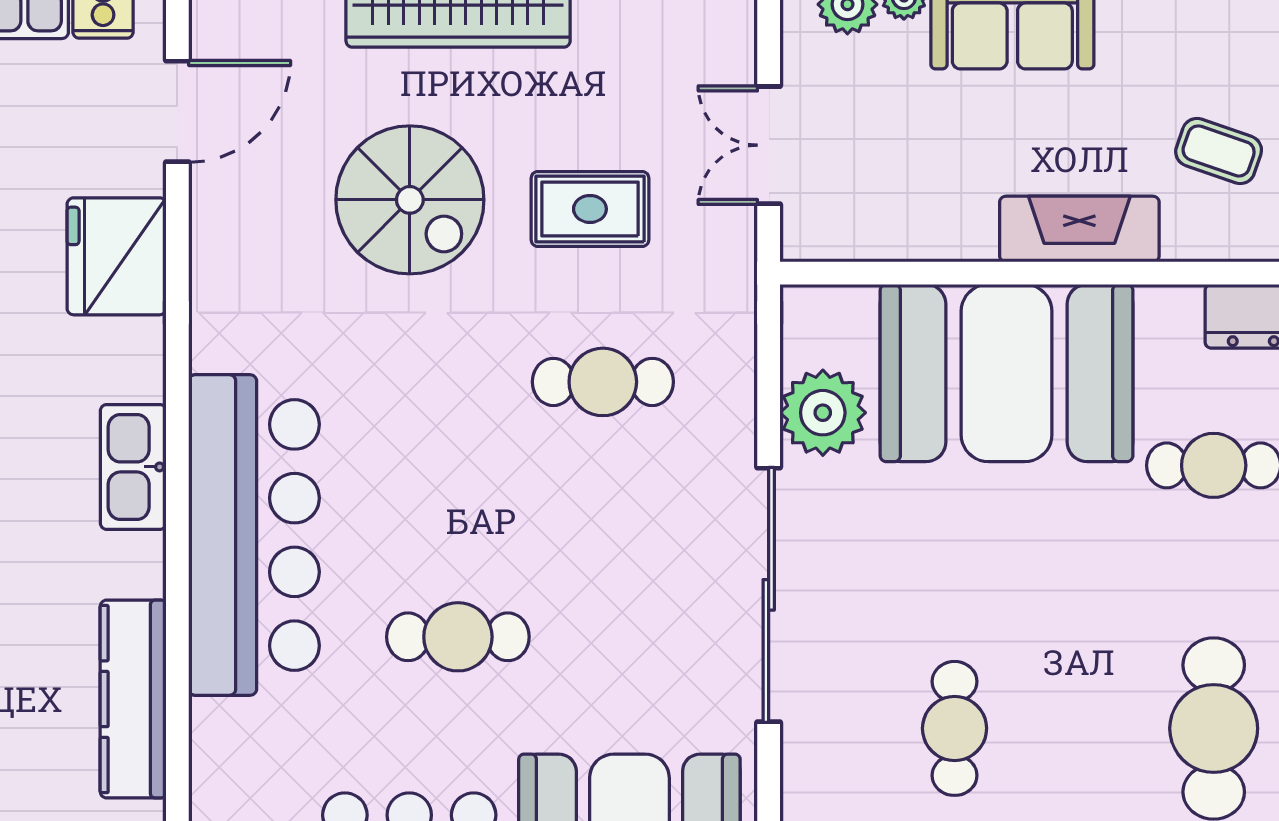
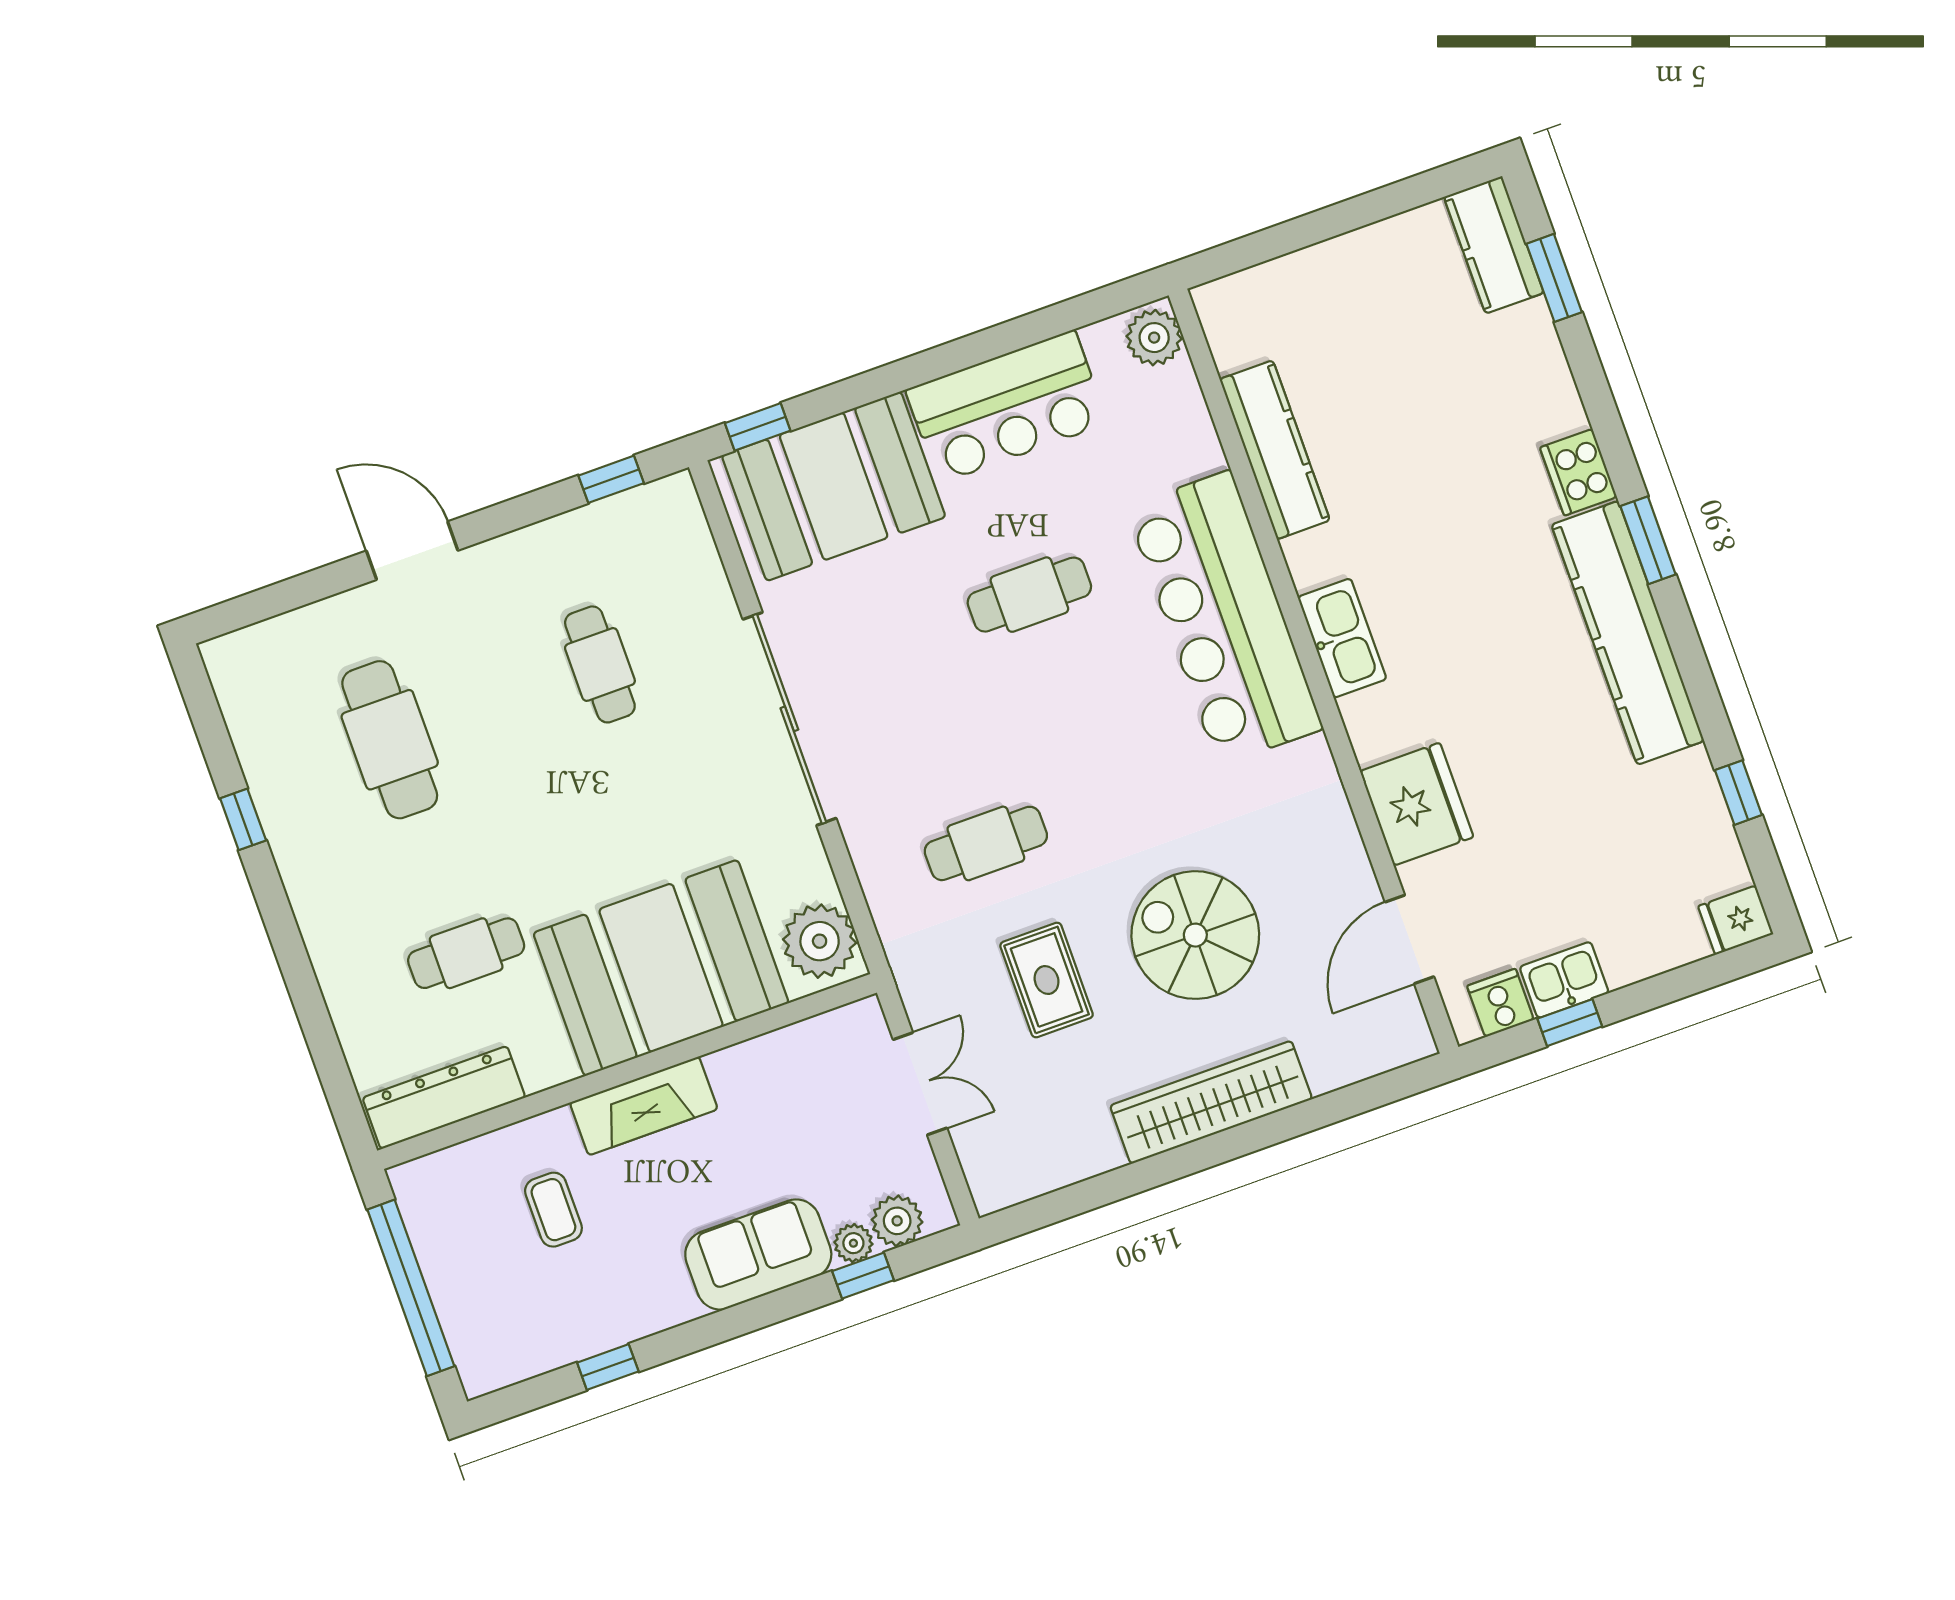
coffee table: (1219, 151) -> (553, 1210), turned 71
rug: (590, 209) -> (1047, 980), turned 90
plant: (823, 413) -> (820, 941), moved

